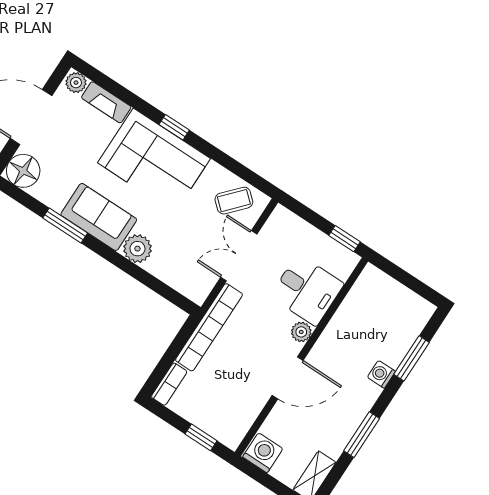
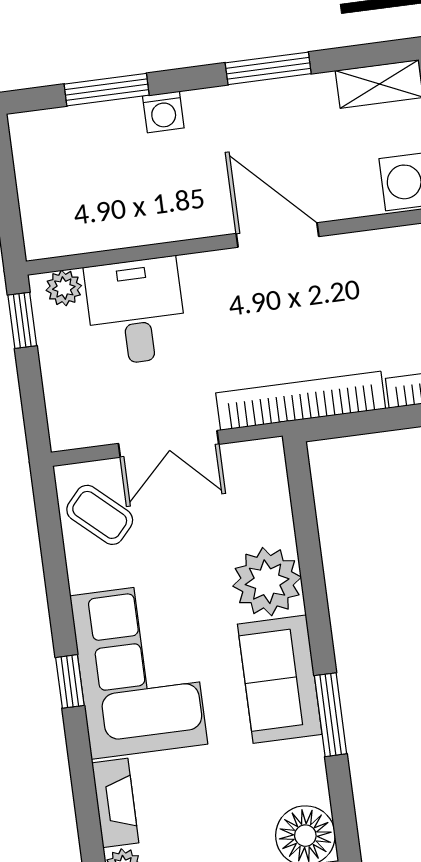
plant: (137, 249) -> (267, 582), width x1.36, depth x1.36
plant: (301, 332) -> (64, 288), moved

